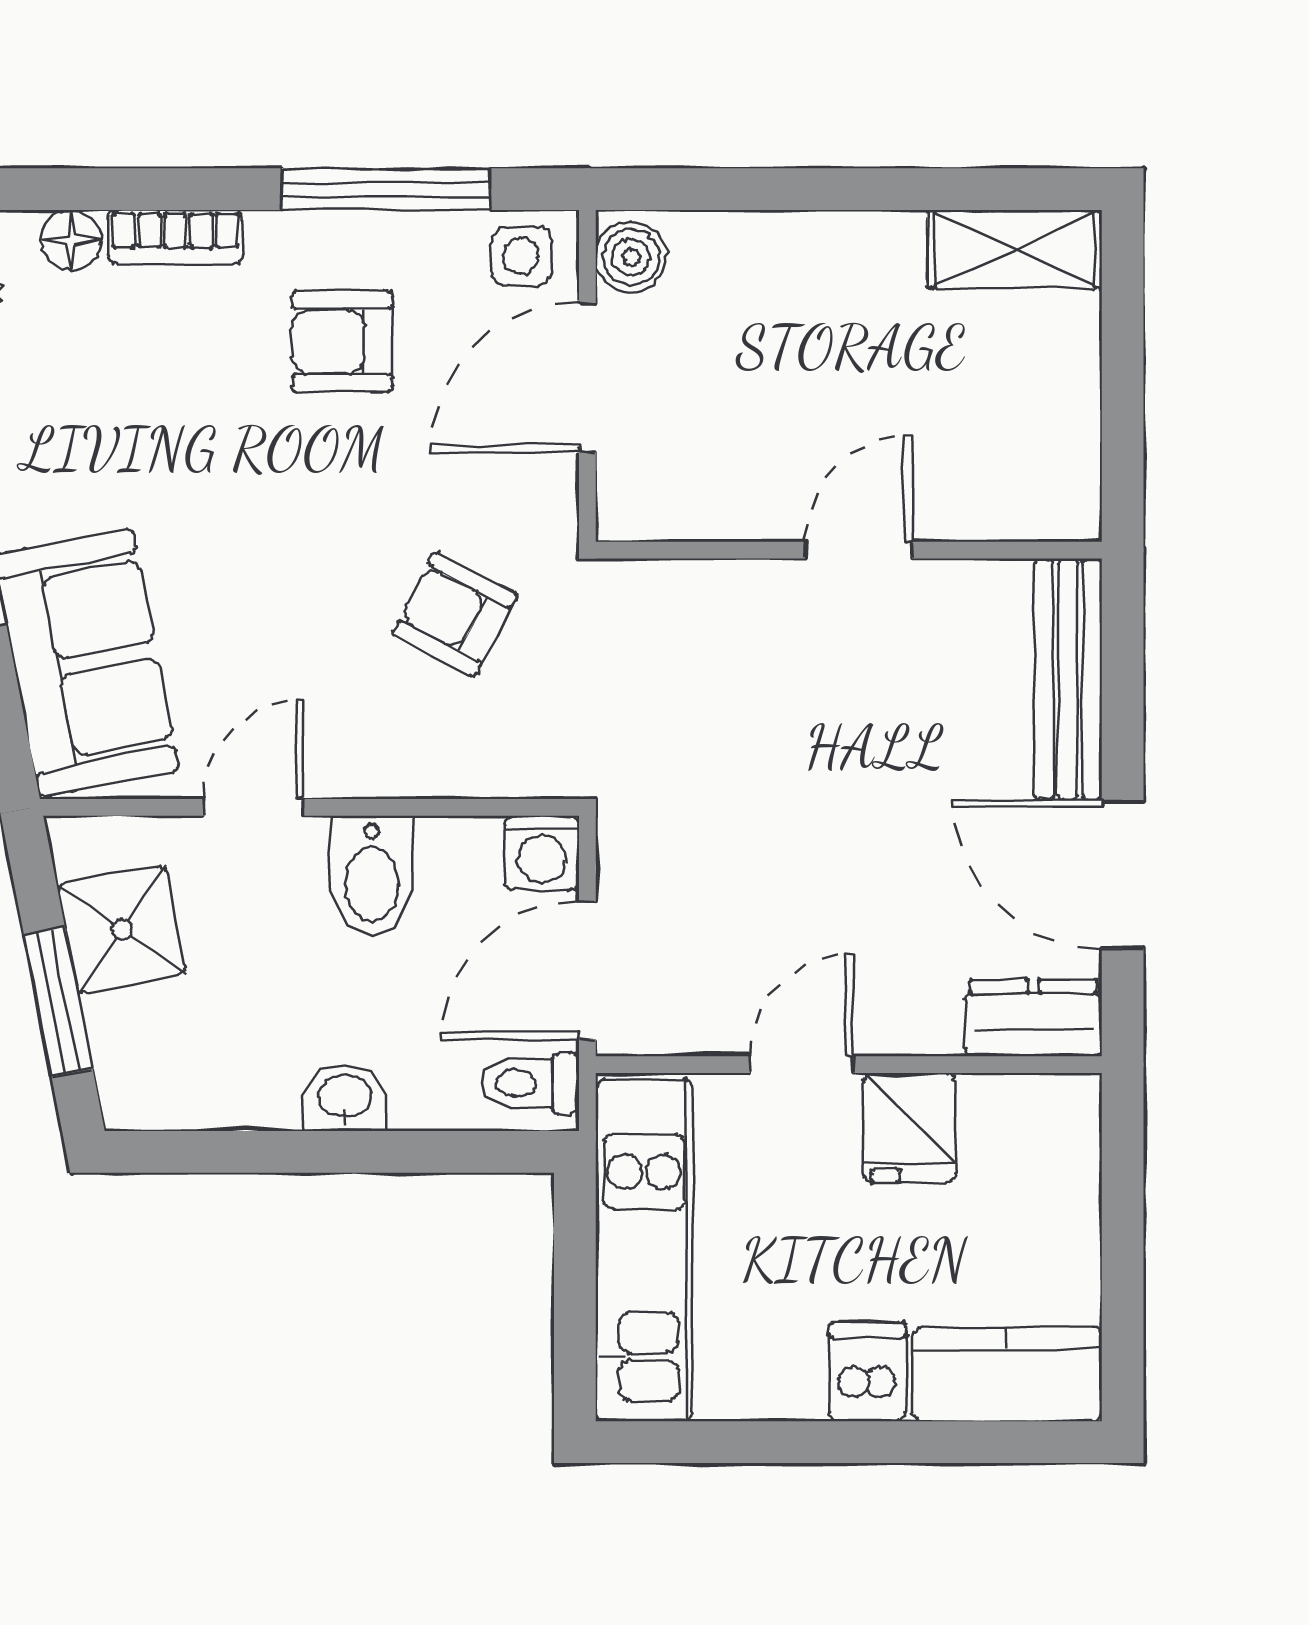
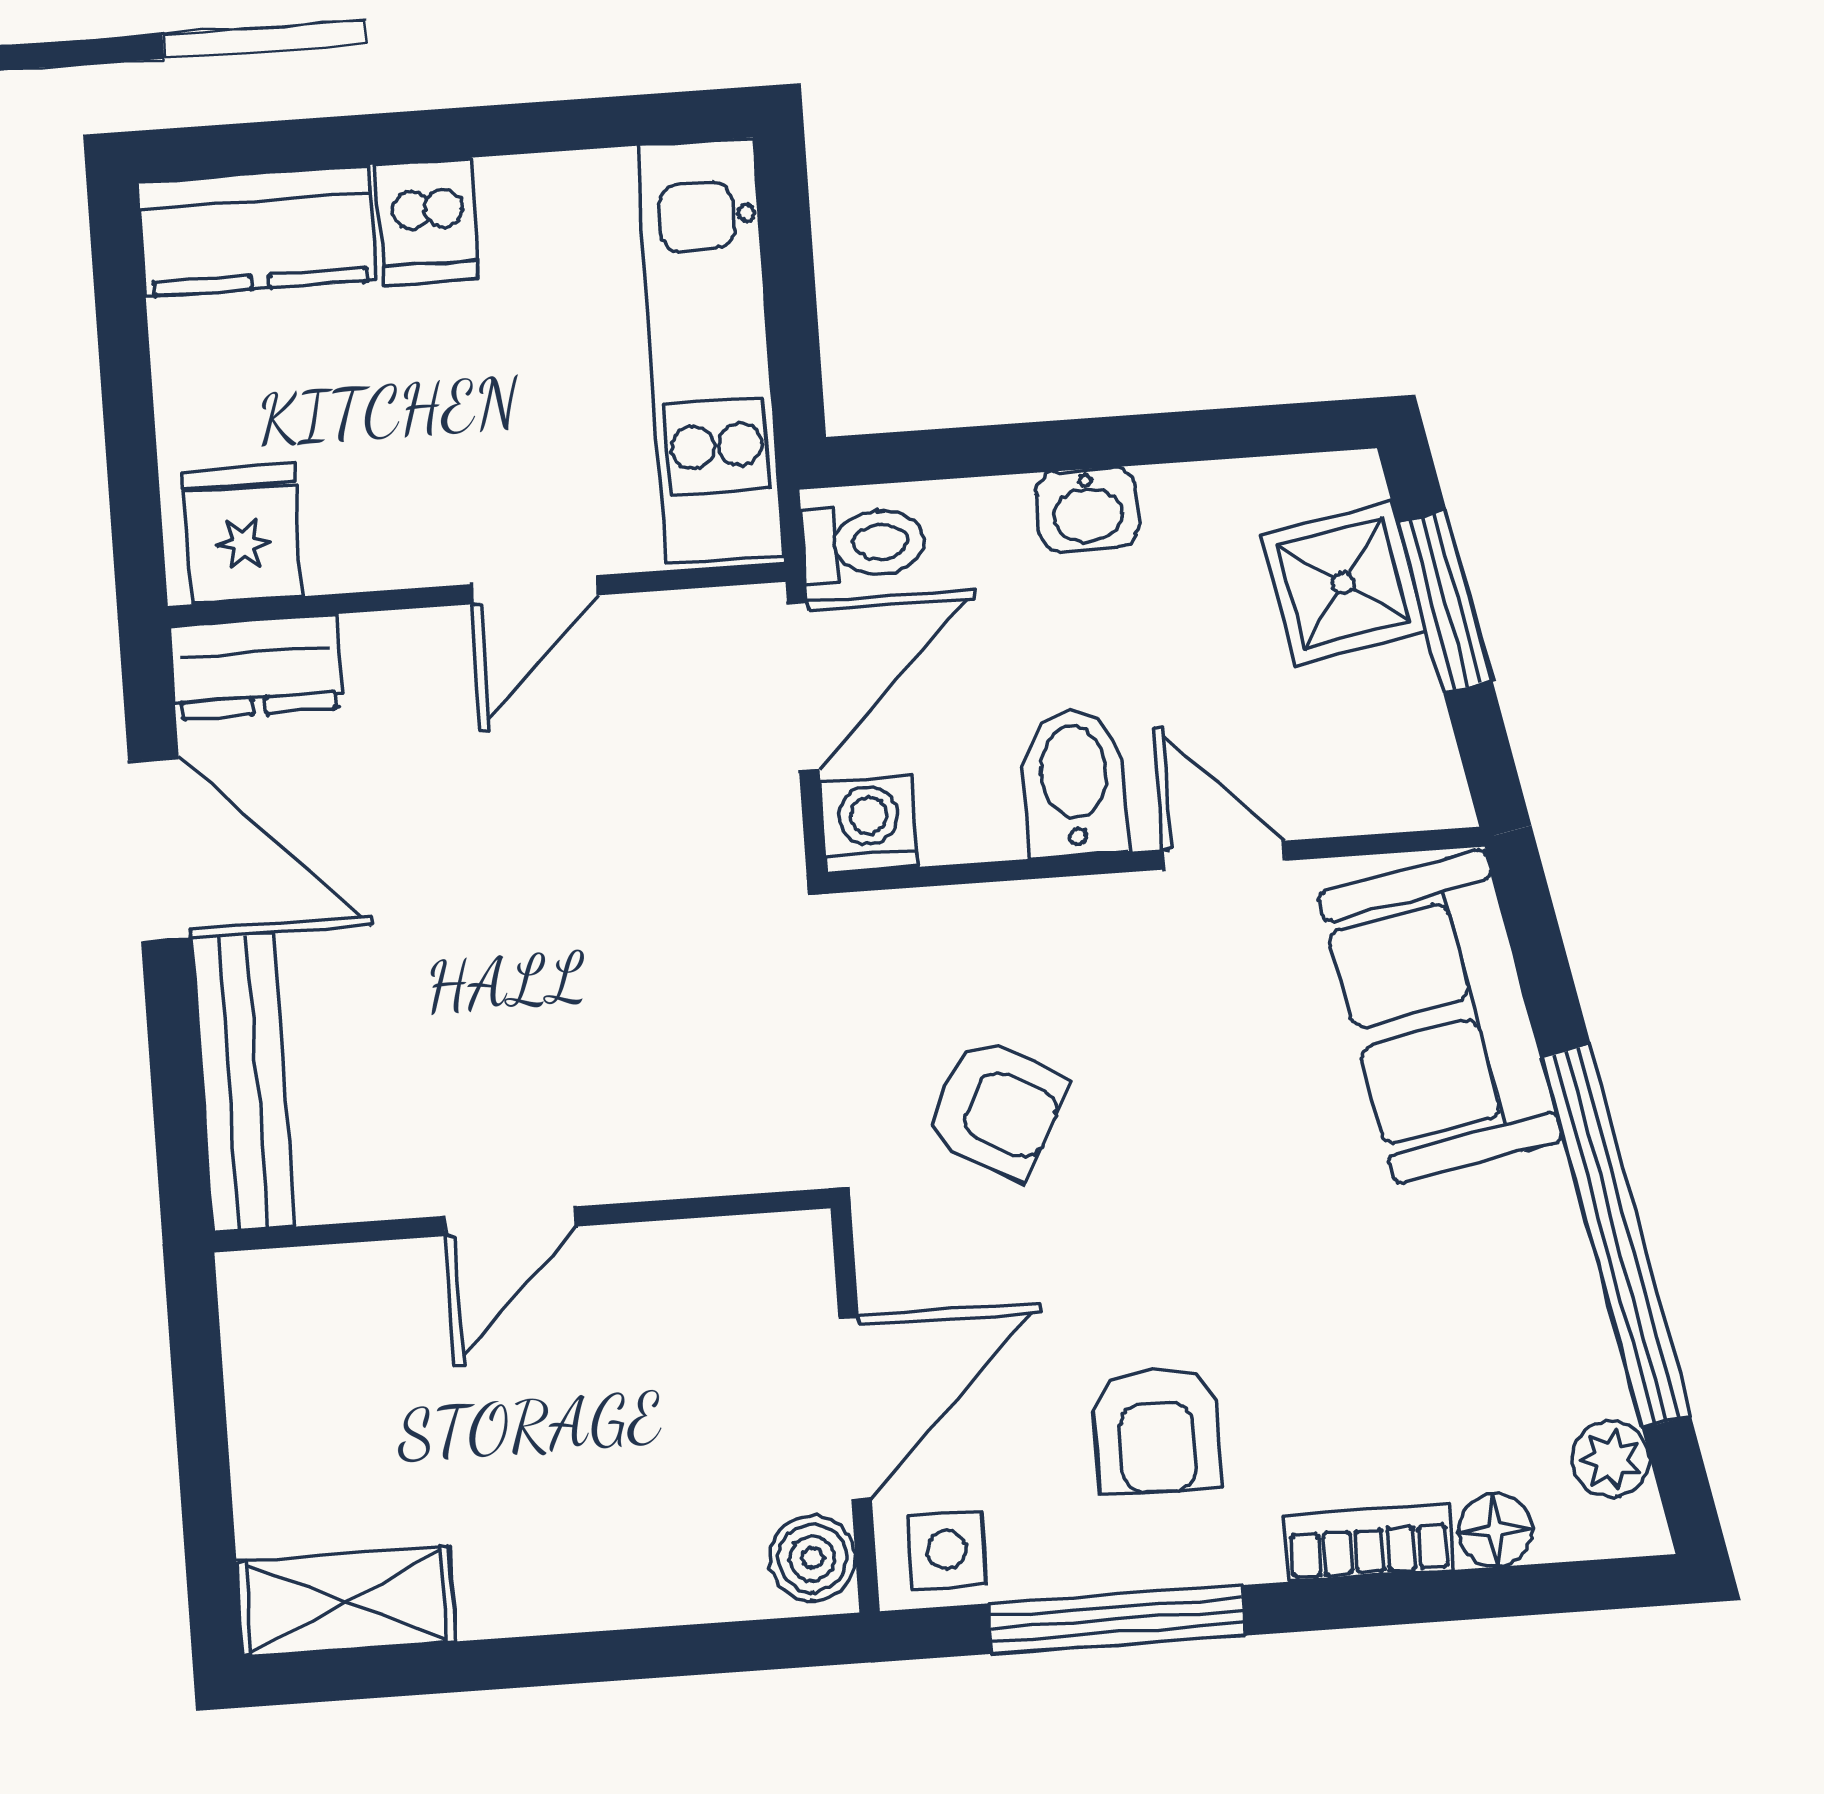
armchair: (342, 342) -> (1157, 1430), turned 90
door: (253, 807) -> (1224, 855), swing flipped
shower: (122, 929) -> (1343, 583), moved
fridge: (910, 1128) -> (243, 534), moved

